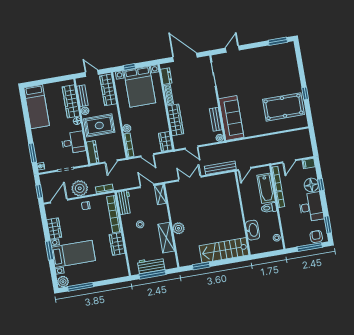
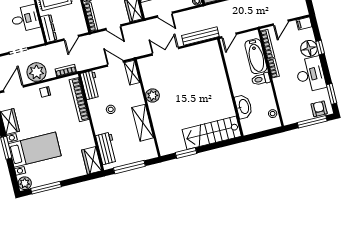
plant: (179, 228) -> (152, 95), moved
wardrobe: (117, 244) -> (92, 160), moved
workbench: (151, 265) -> (107, 148), moved, turned 90

